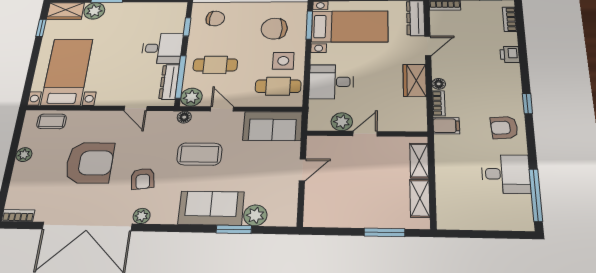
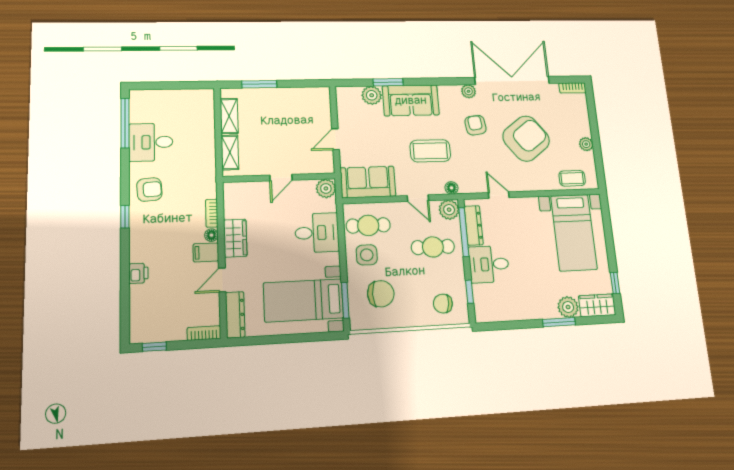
bookcase: (510, 19) -> (136, 318), removed
plant: (342, 122) -> (326, 188), moved
filing cabinet: (446, 126) -> (206, 252), moved
armchair: (89, 163) -> (526, 139), turned 143

